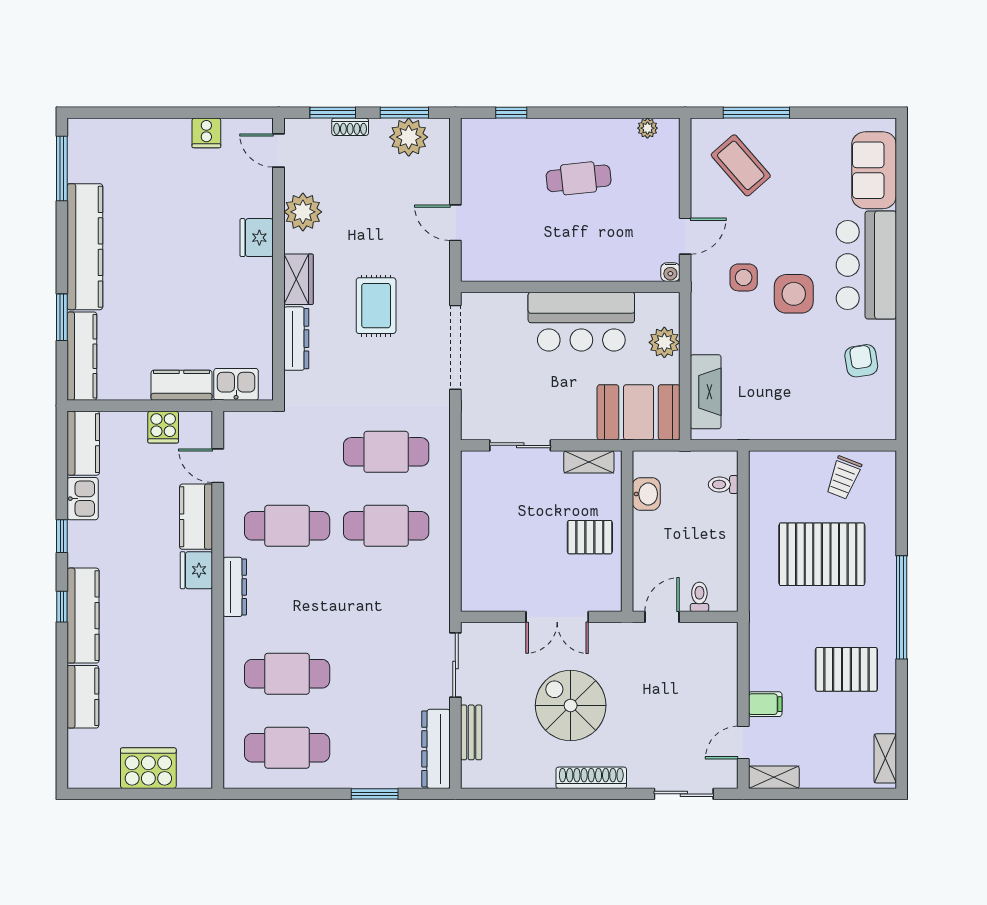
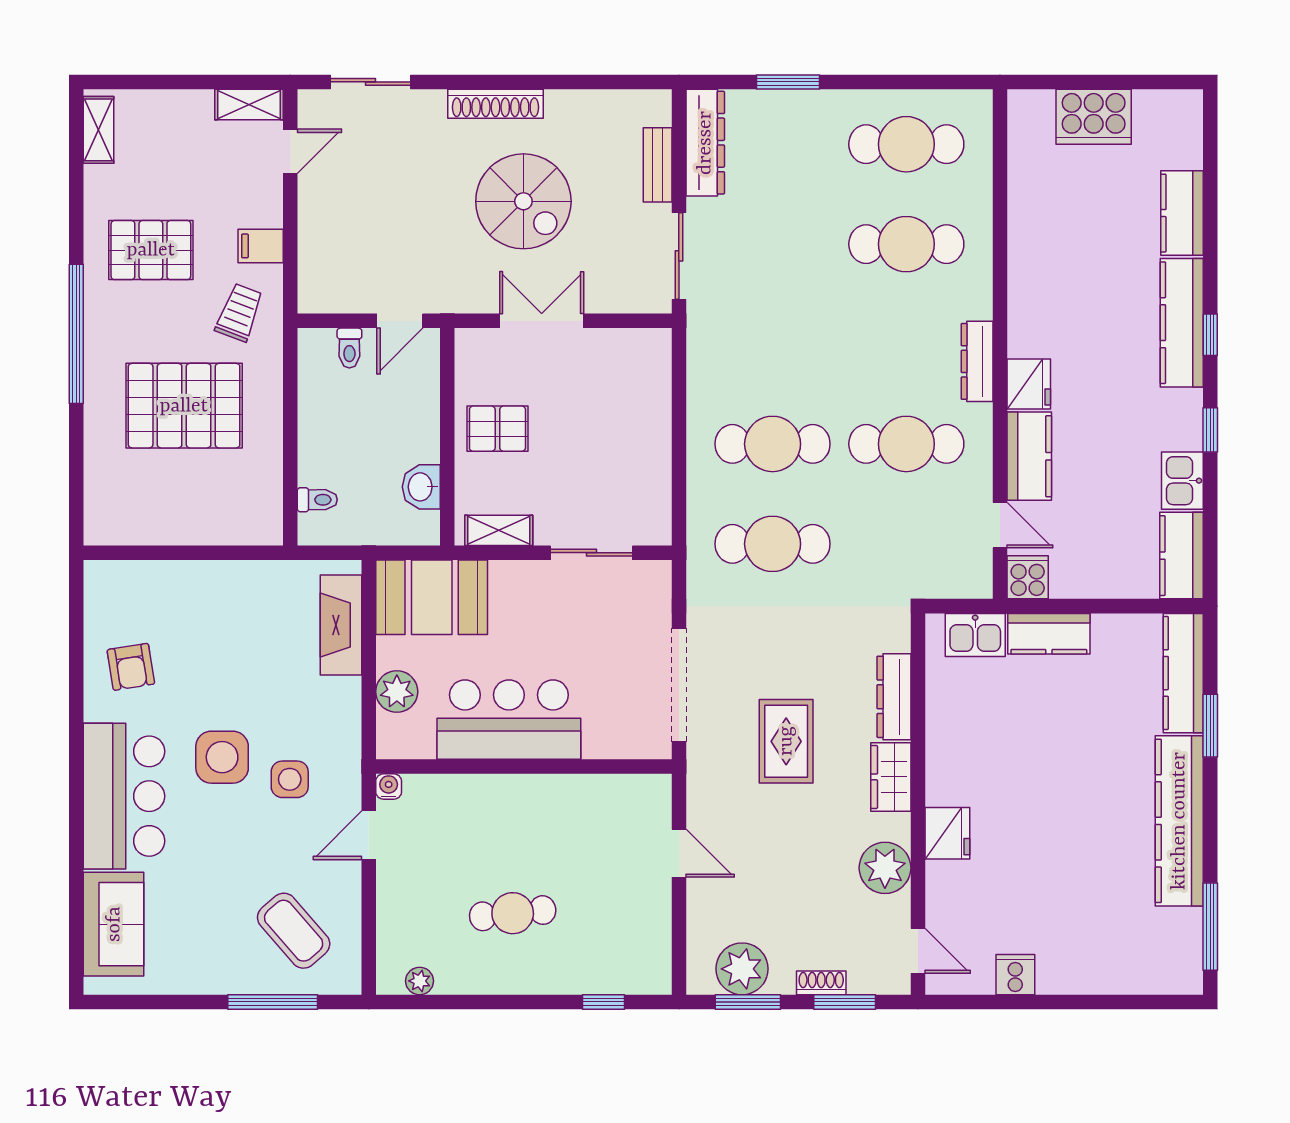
cooker: (163, 427) -> (1028, 577), moved
trolley: (844, 478) -> (239, 313), moved
filing cabinet: (765, 704) -> (261, 246), moved

